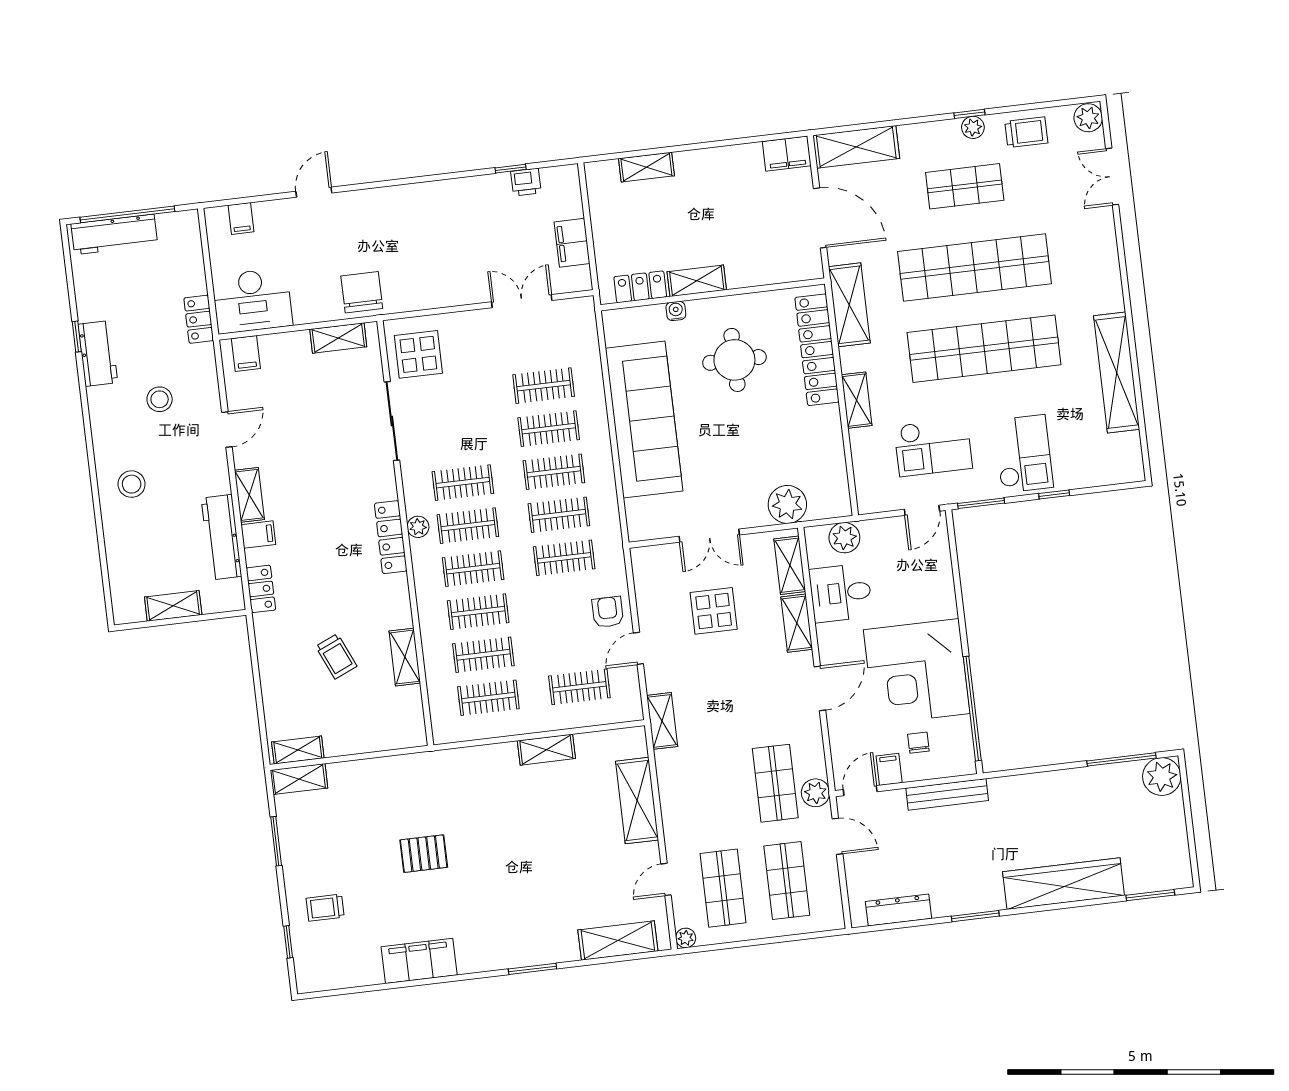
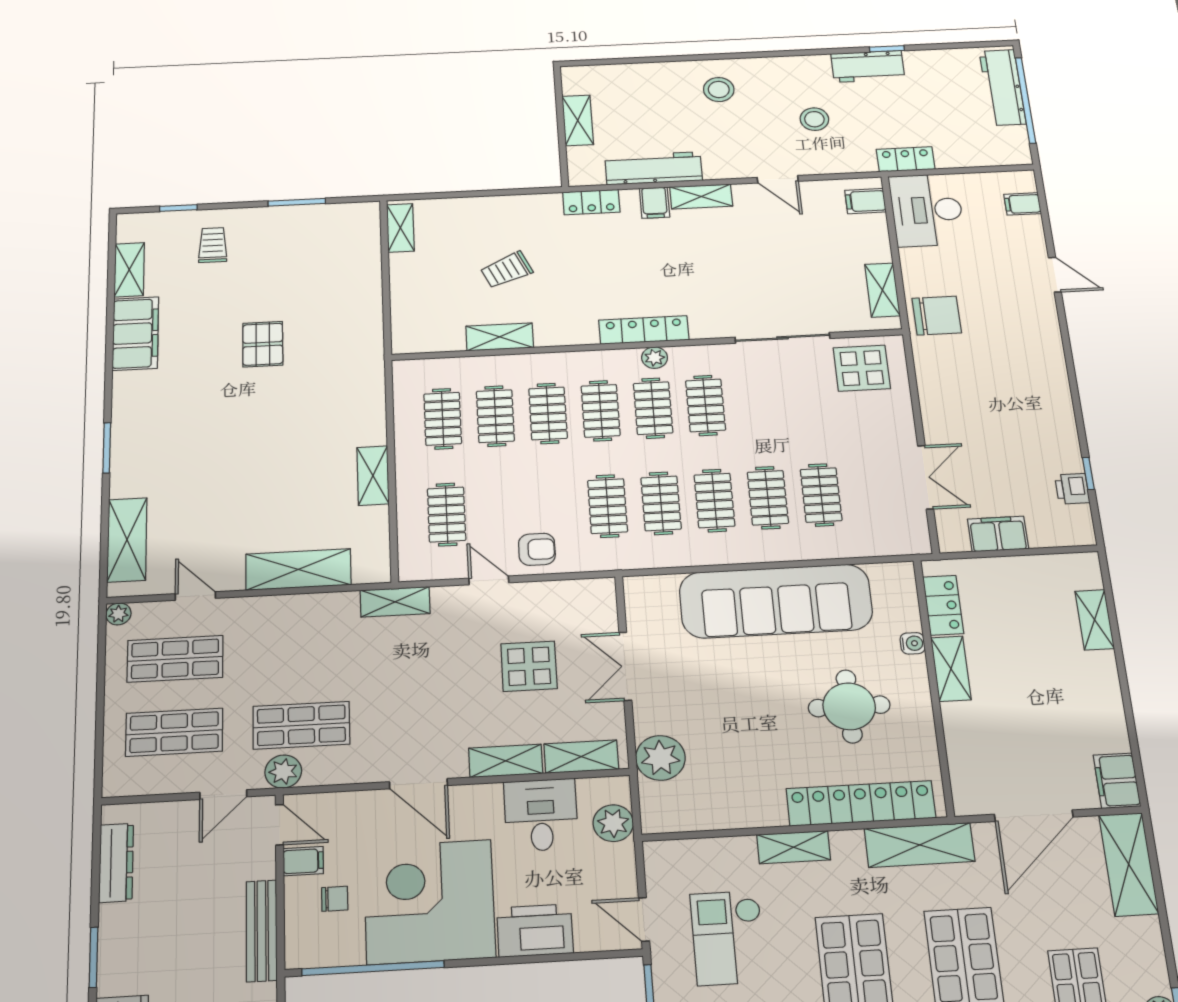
printer: (935, 591) -> (535, 930), added
shelving: (299, 779) -> (129, 270), moved

